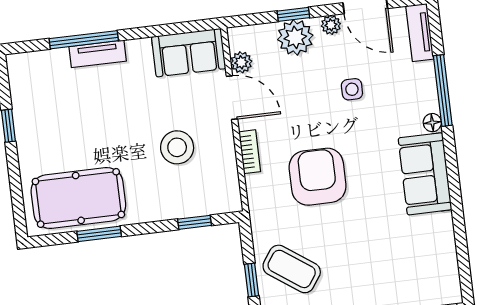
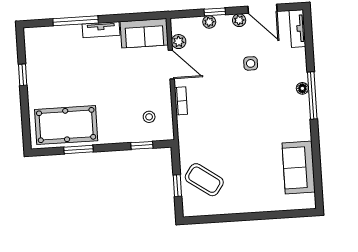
plant: (295, 37) -> (209, 22), width x0.53, depth x0.53
tv unit: (98, 54) -> (101, 30), moved
window: (443, 90) -> (312, 96), moved
stool: (177, 147) -> (149, 117), moved, width x0.53, depth x0.53
sofa: (425, 174) -> (299, 168), moved
armchair: (318, 177) -> (225, 120), removed

